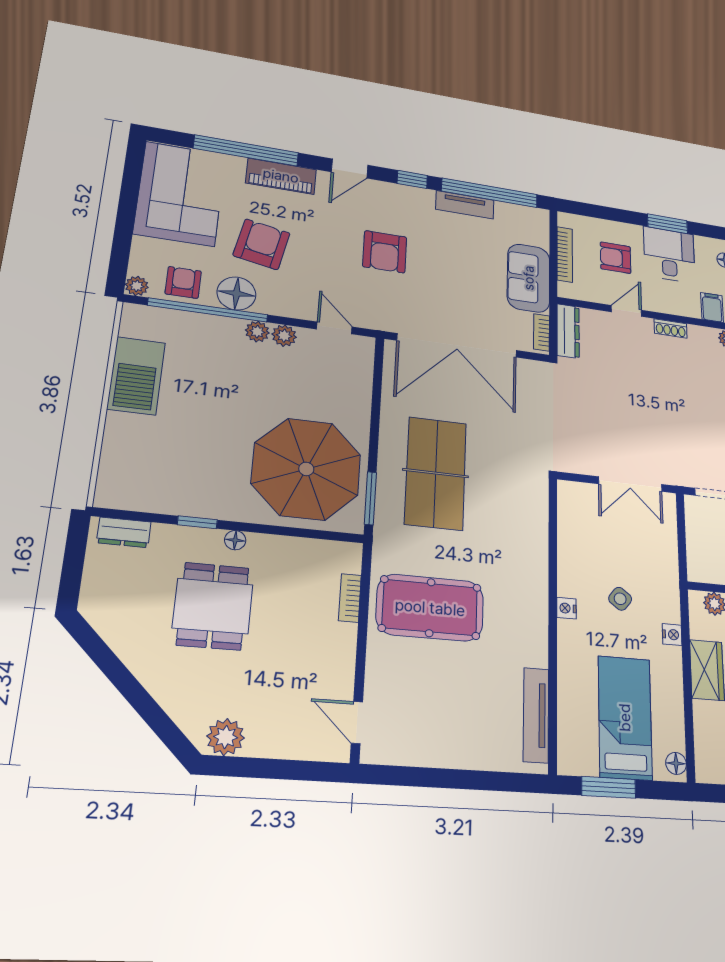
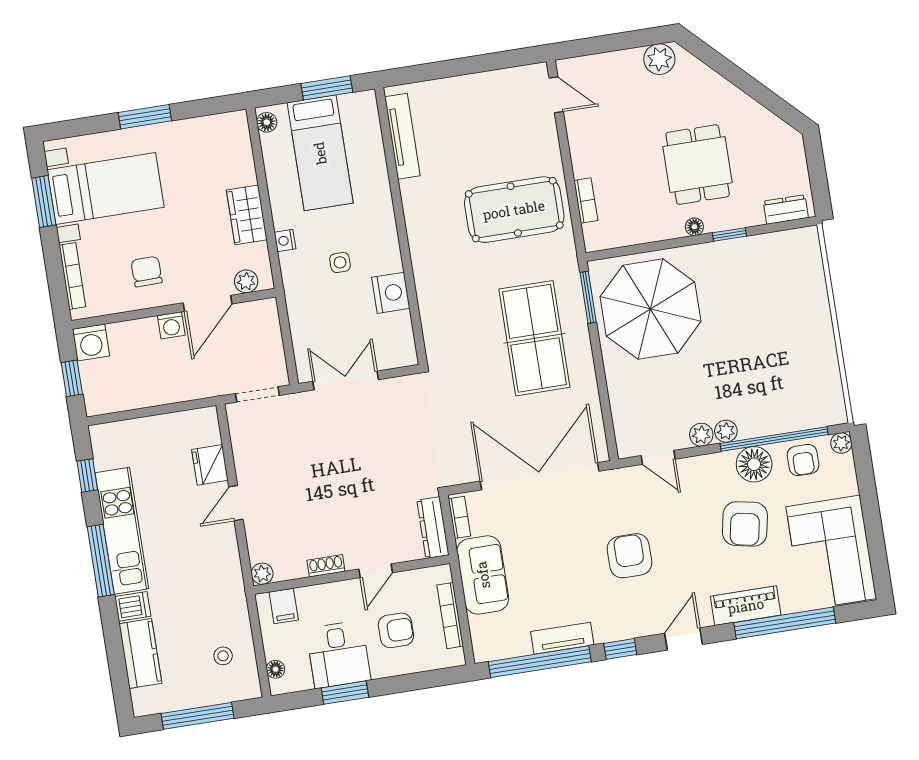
barbecue: (136, 376) -> (817, 355), removed
side table: (620, 599) -> (340, 262), turned -37
nightstand: (567, 608) -> (391, 293), moved, width x1.89, depth x1.79

